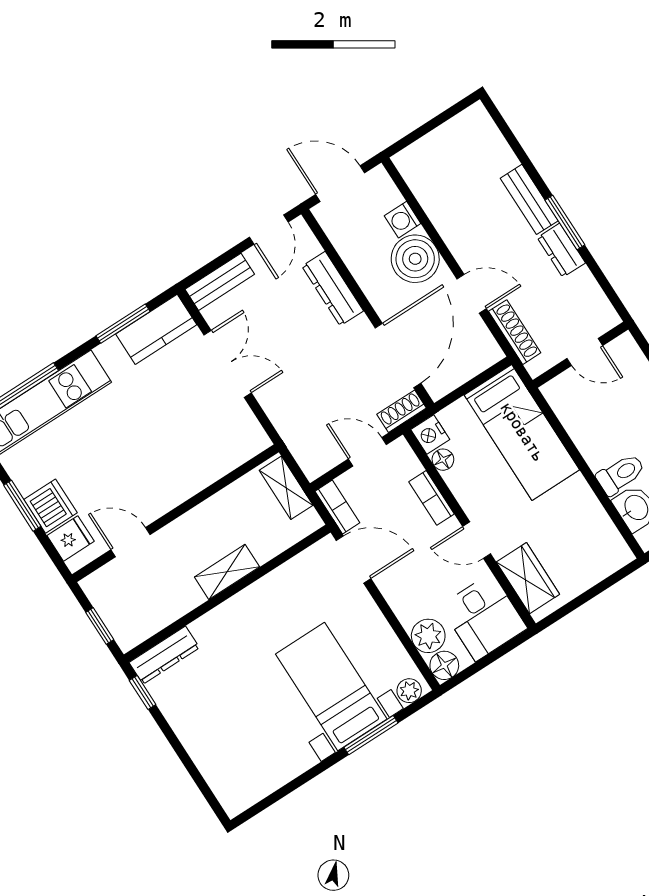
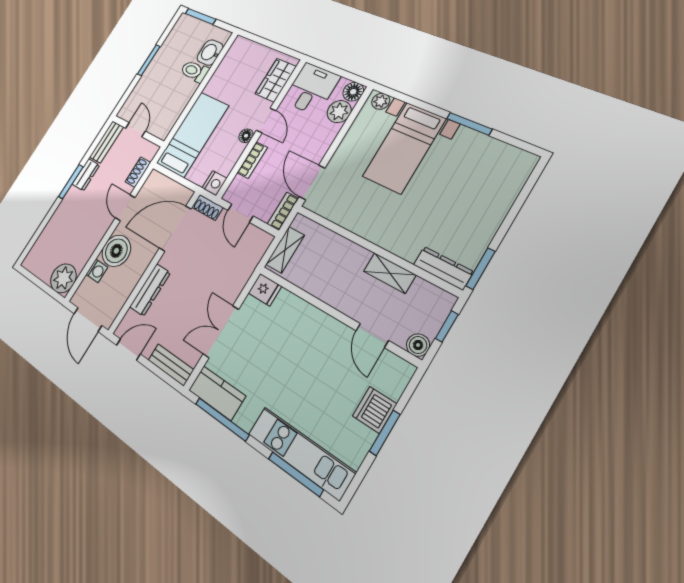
plant: (420, 164) -> (63, 278), added
bench: (529, 199) -> (106, 142), moved
window: (123, 324) -> (222, 419), width x1.44
shoe rack: (515, 332) -> (138, 172), width x0.70
floor lamp: (443, 460) -> (246, 136), moved
fridge: (71, 538) -> (265, 290), moved, turned 180
shelving: (227, 572) -> (390, 273), moved
boiler: (95, 586) -> (418, 345), added
window: (143, 692) -> (481, 269), width x1.50
window: (371, 735) -> (469, 124), moved

